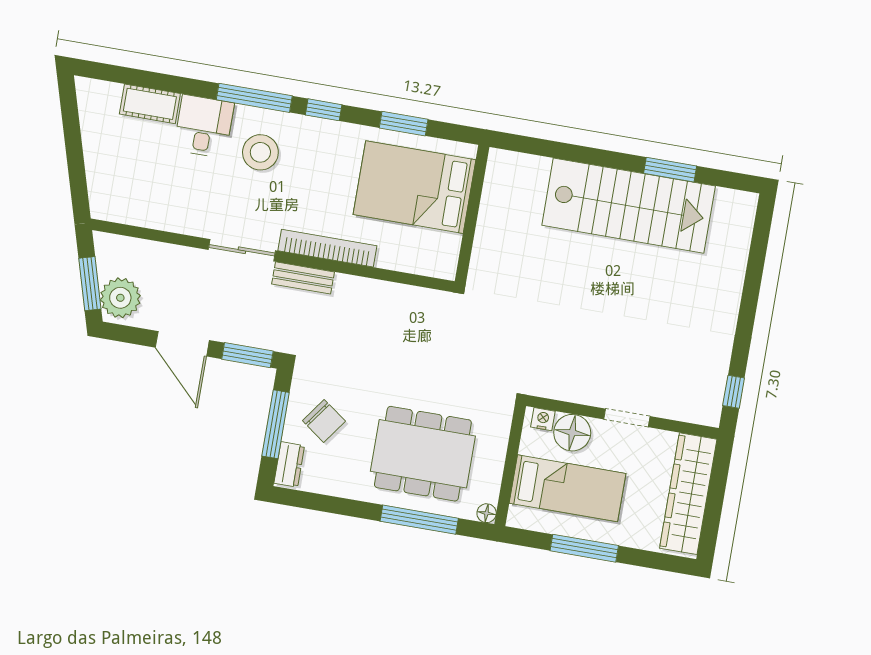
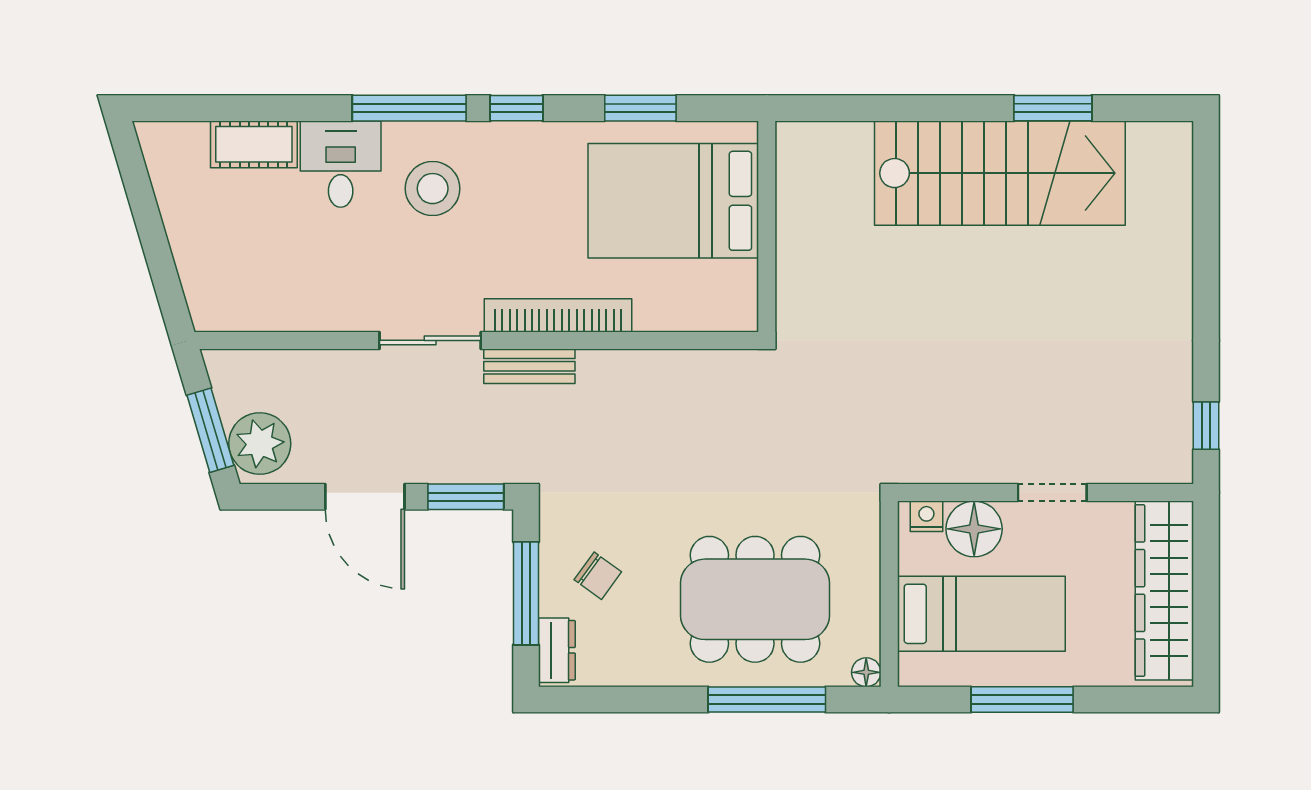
chair: (324, 421) -> (598, 576), width x0.73, depth x0.73

